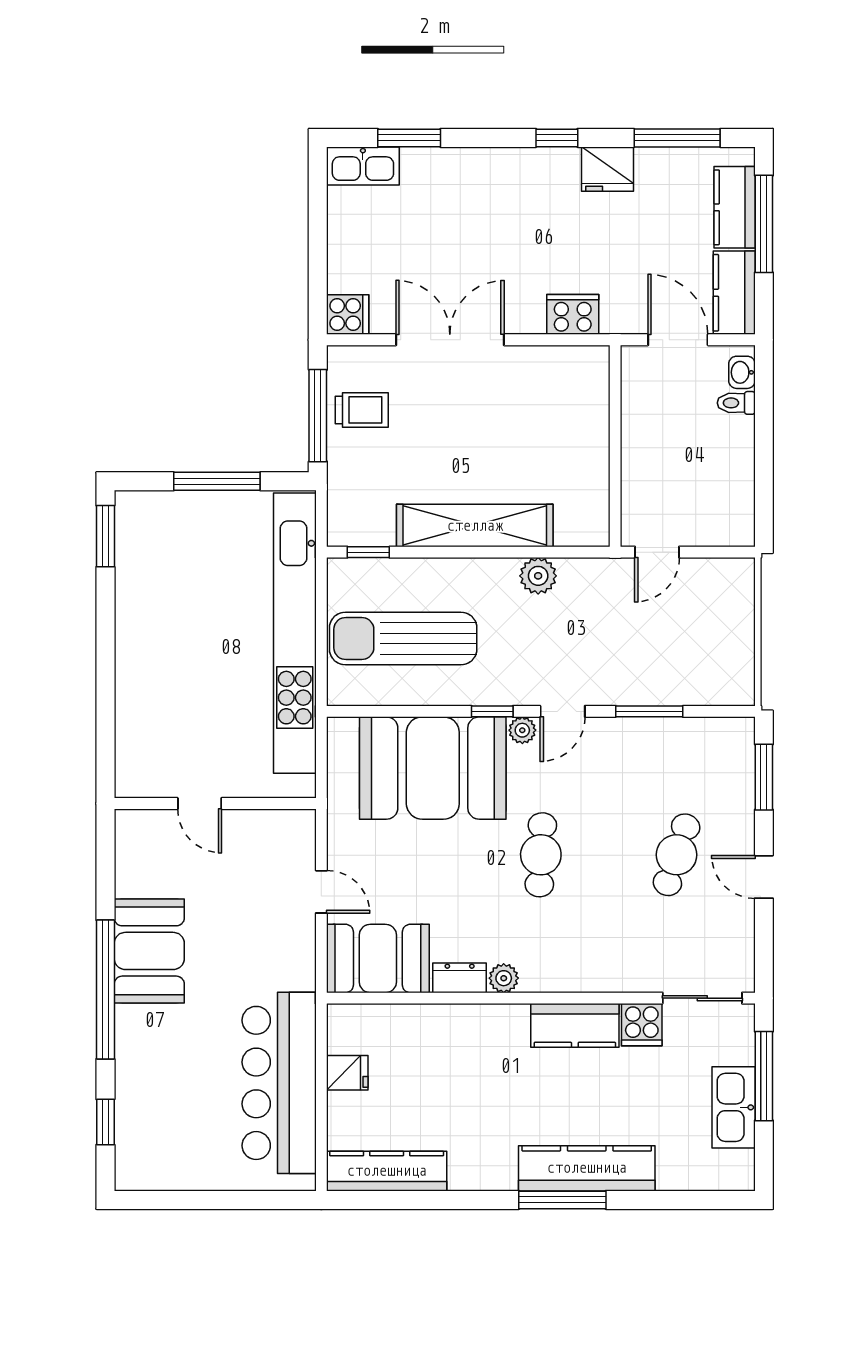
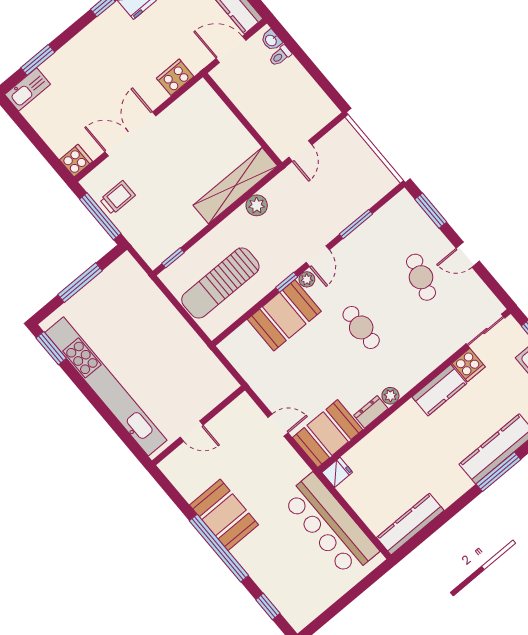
shelving: (475, 526) -> (235, 186), moved
kitchen unit: (295, 633) -> (106, 386), moved, turned 180
booth: (433, 768) -> (284, 315), width x0.73, depth x0.70
fridge: (347, 1073) -> (337, 472), moved

